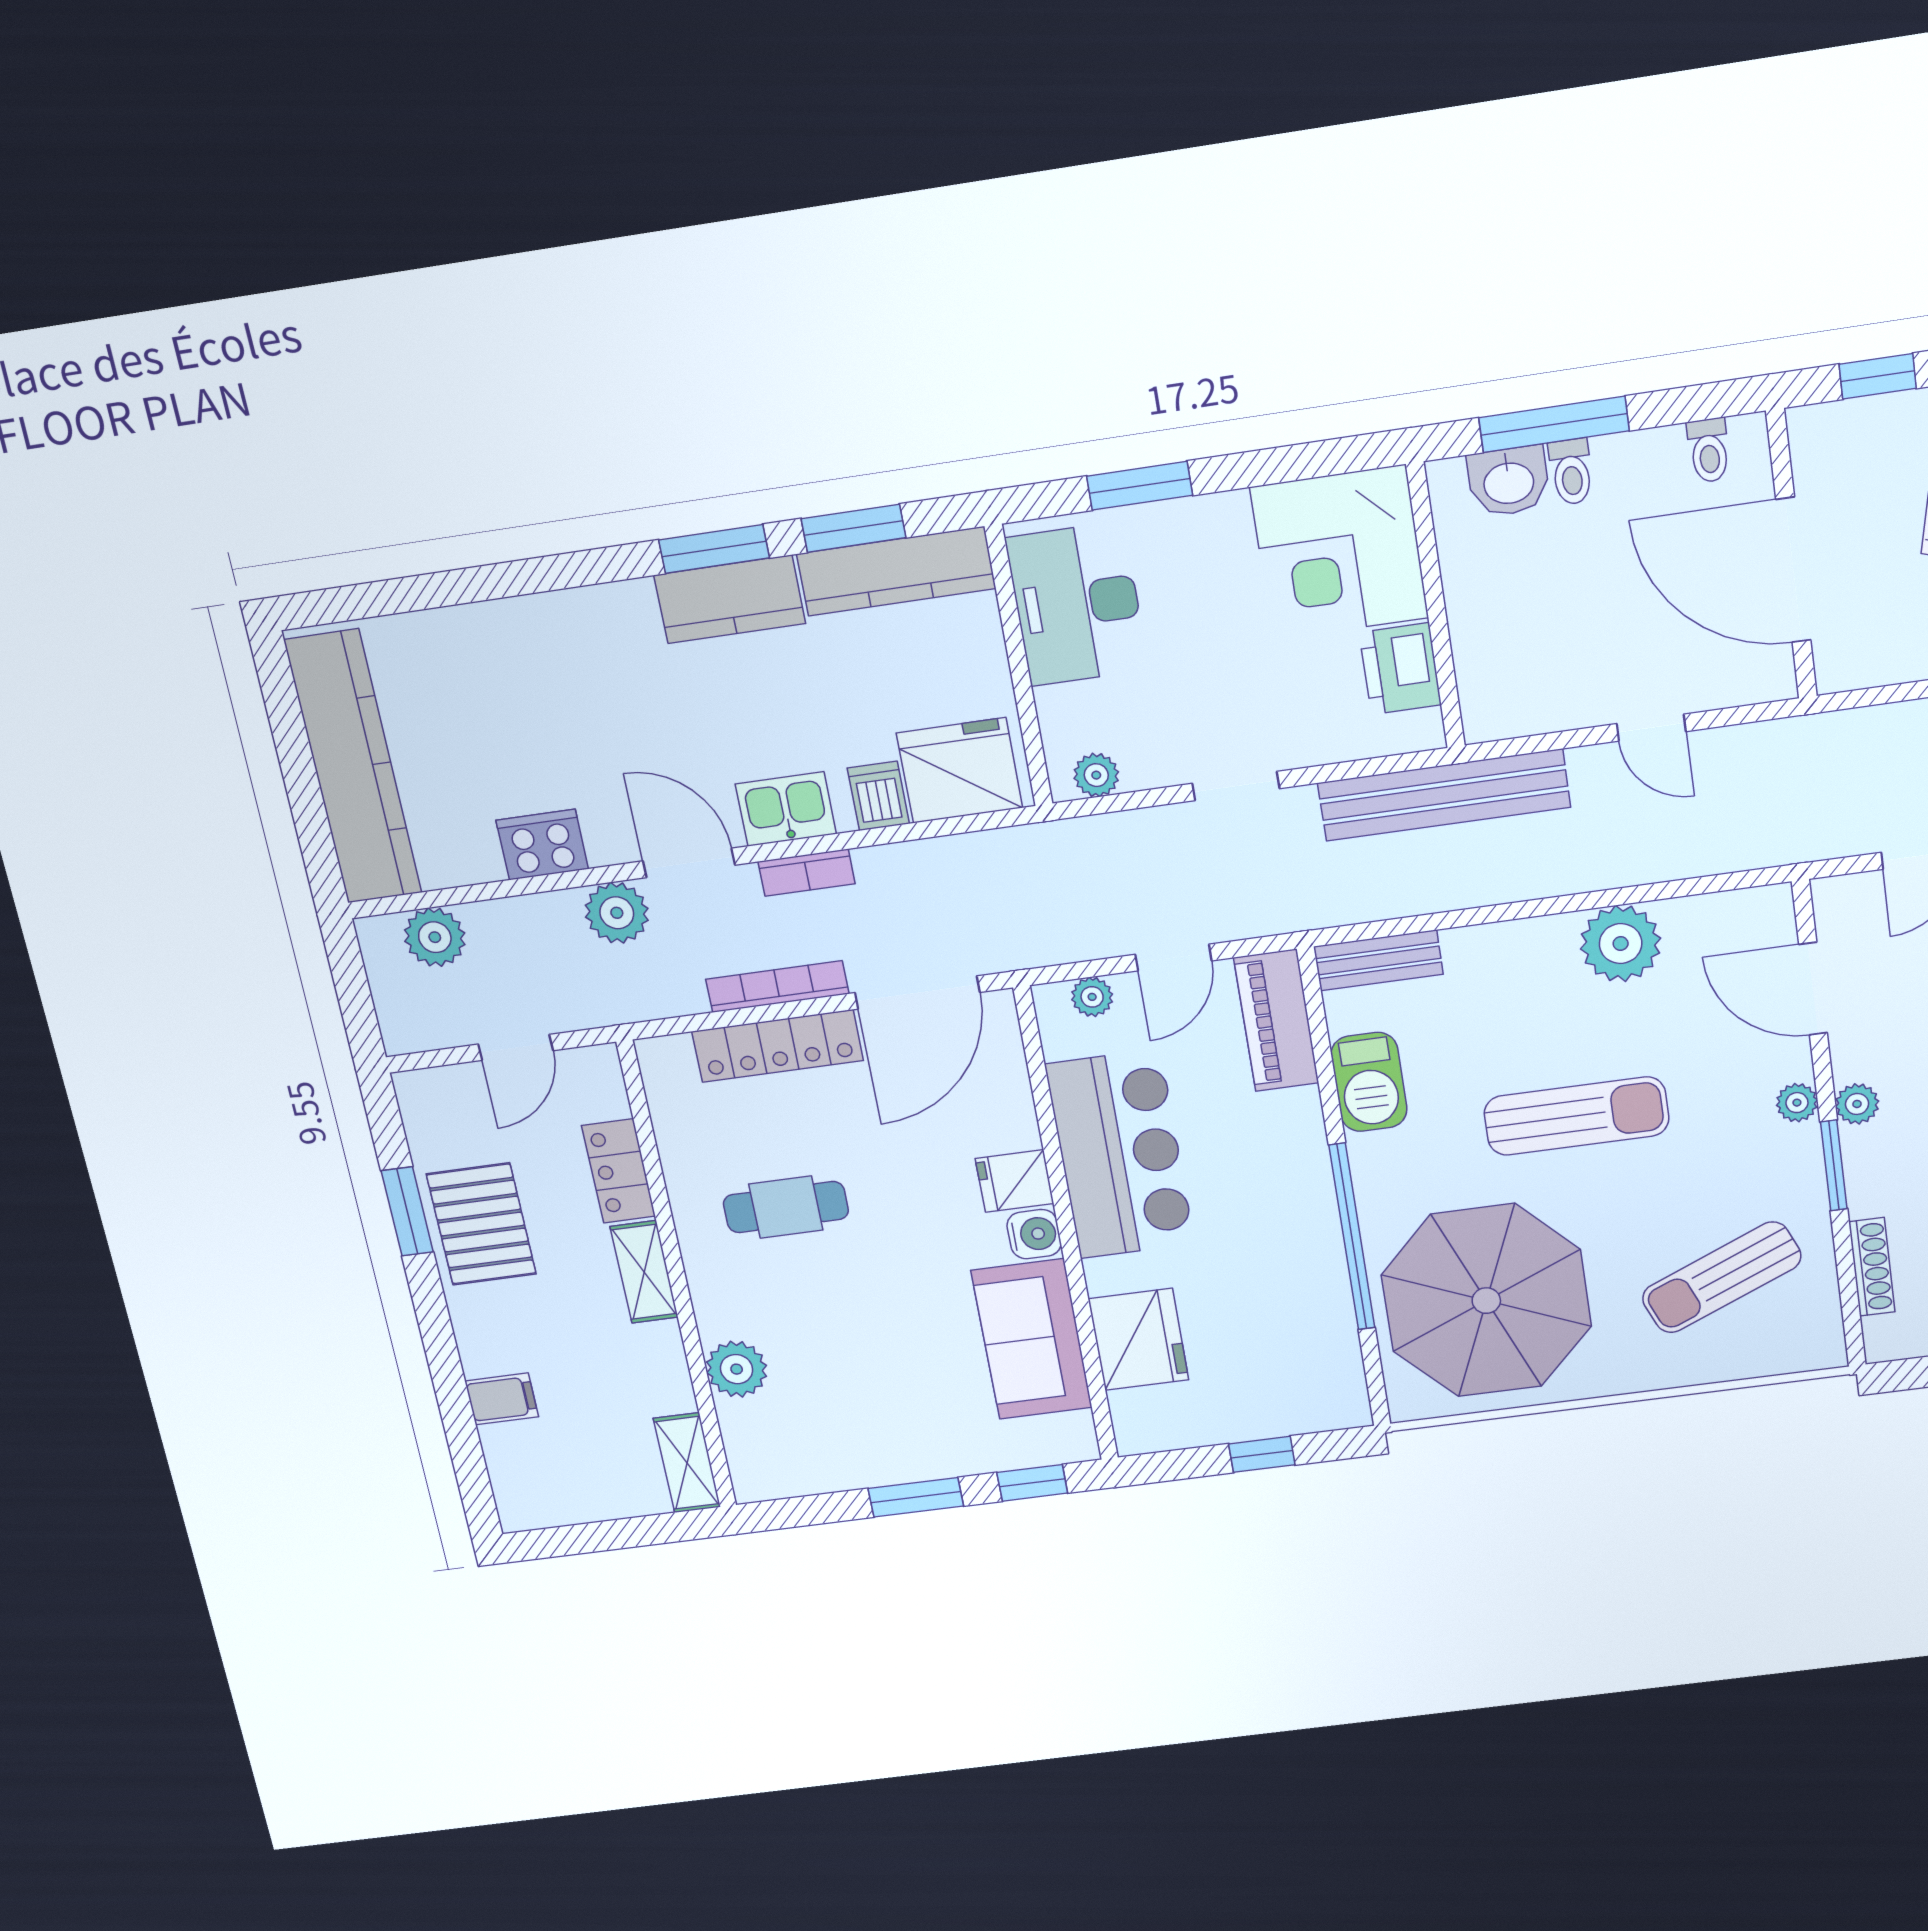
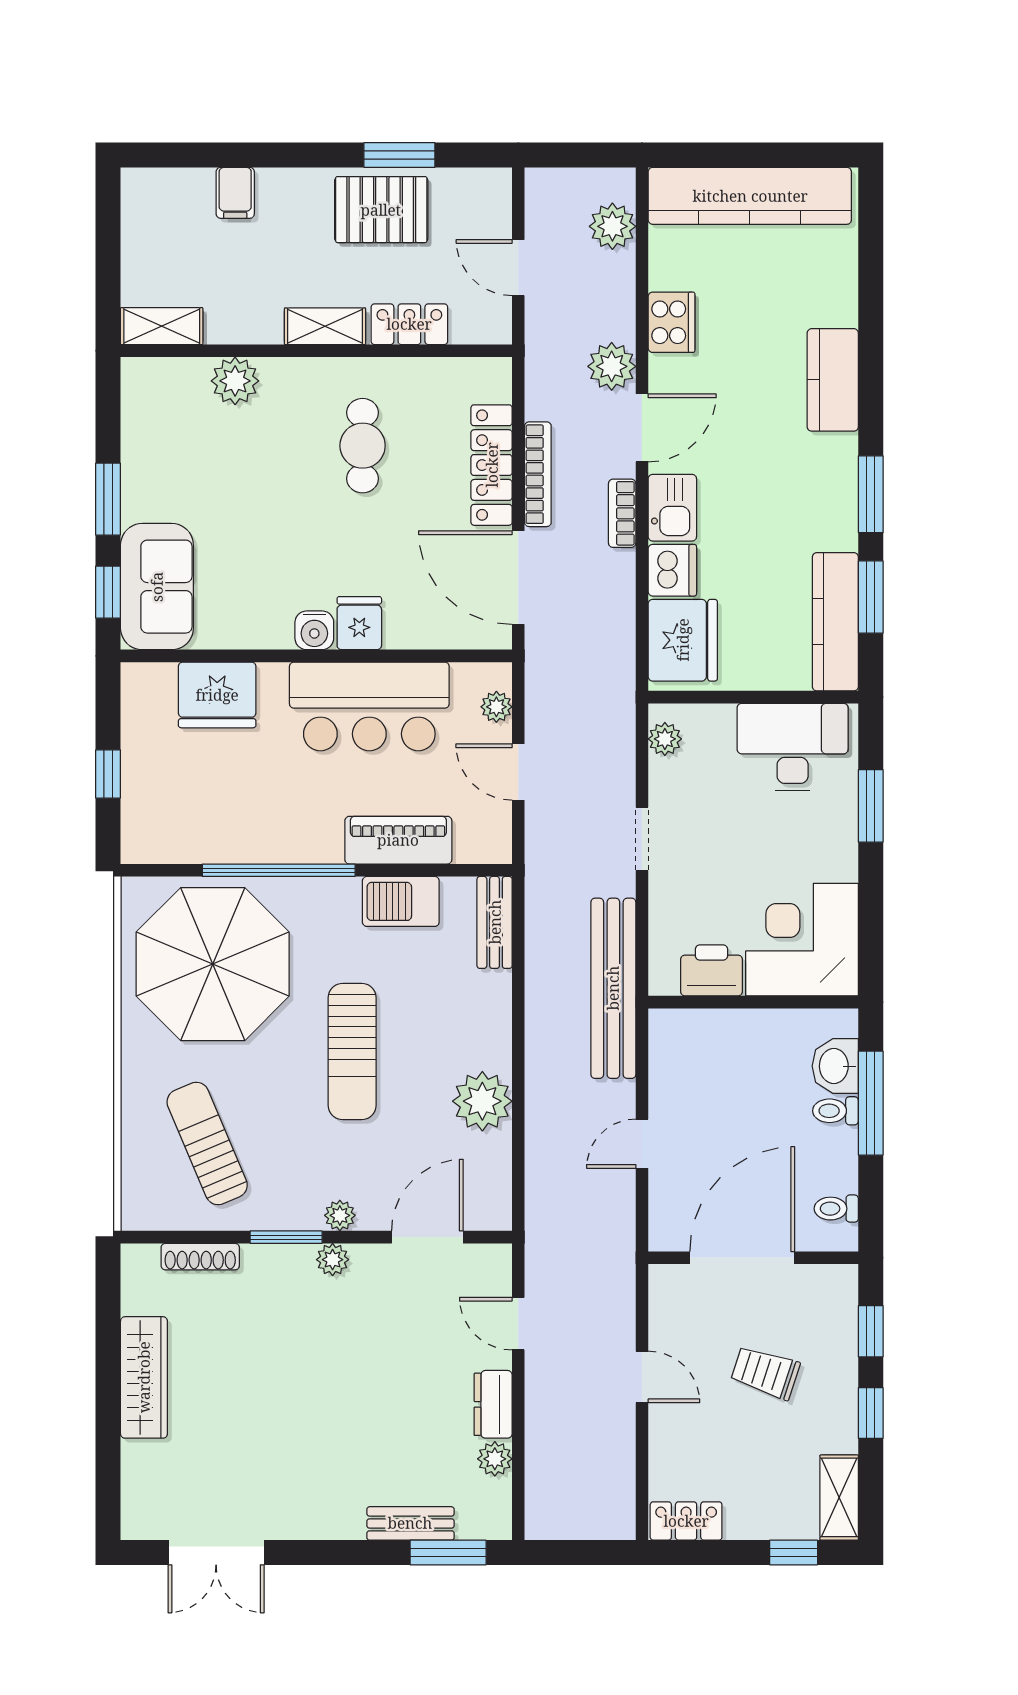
kitchen counter: (730, 599) -> (833, 380), moved
dishwasher: (878, 796) -> (672, 570), width x1.38
piano: (1276, 1021) -> (398, 840), moved
sofa: (1032, 1339) -> (157, 587), moved, turned 90

